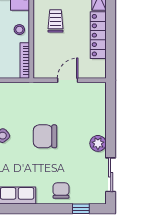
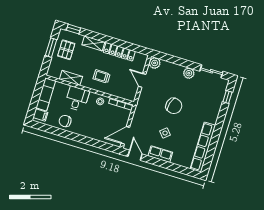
plant: (98, 90) -> (155, 63), added
chair: (45, 136) -> (174, 106), turned -75
chair: (61, 191) -> (212, 106), removed

